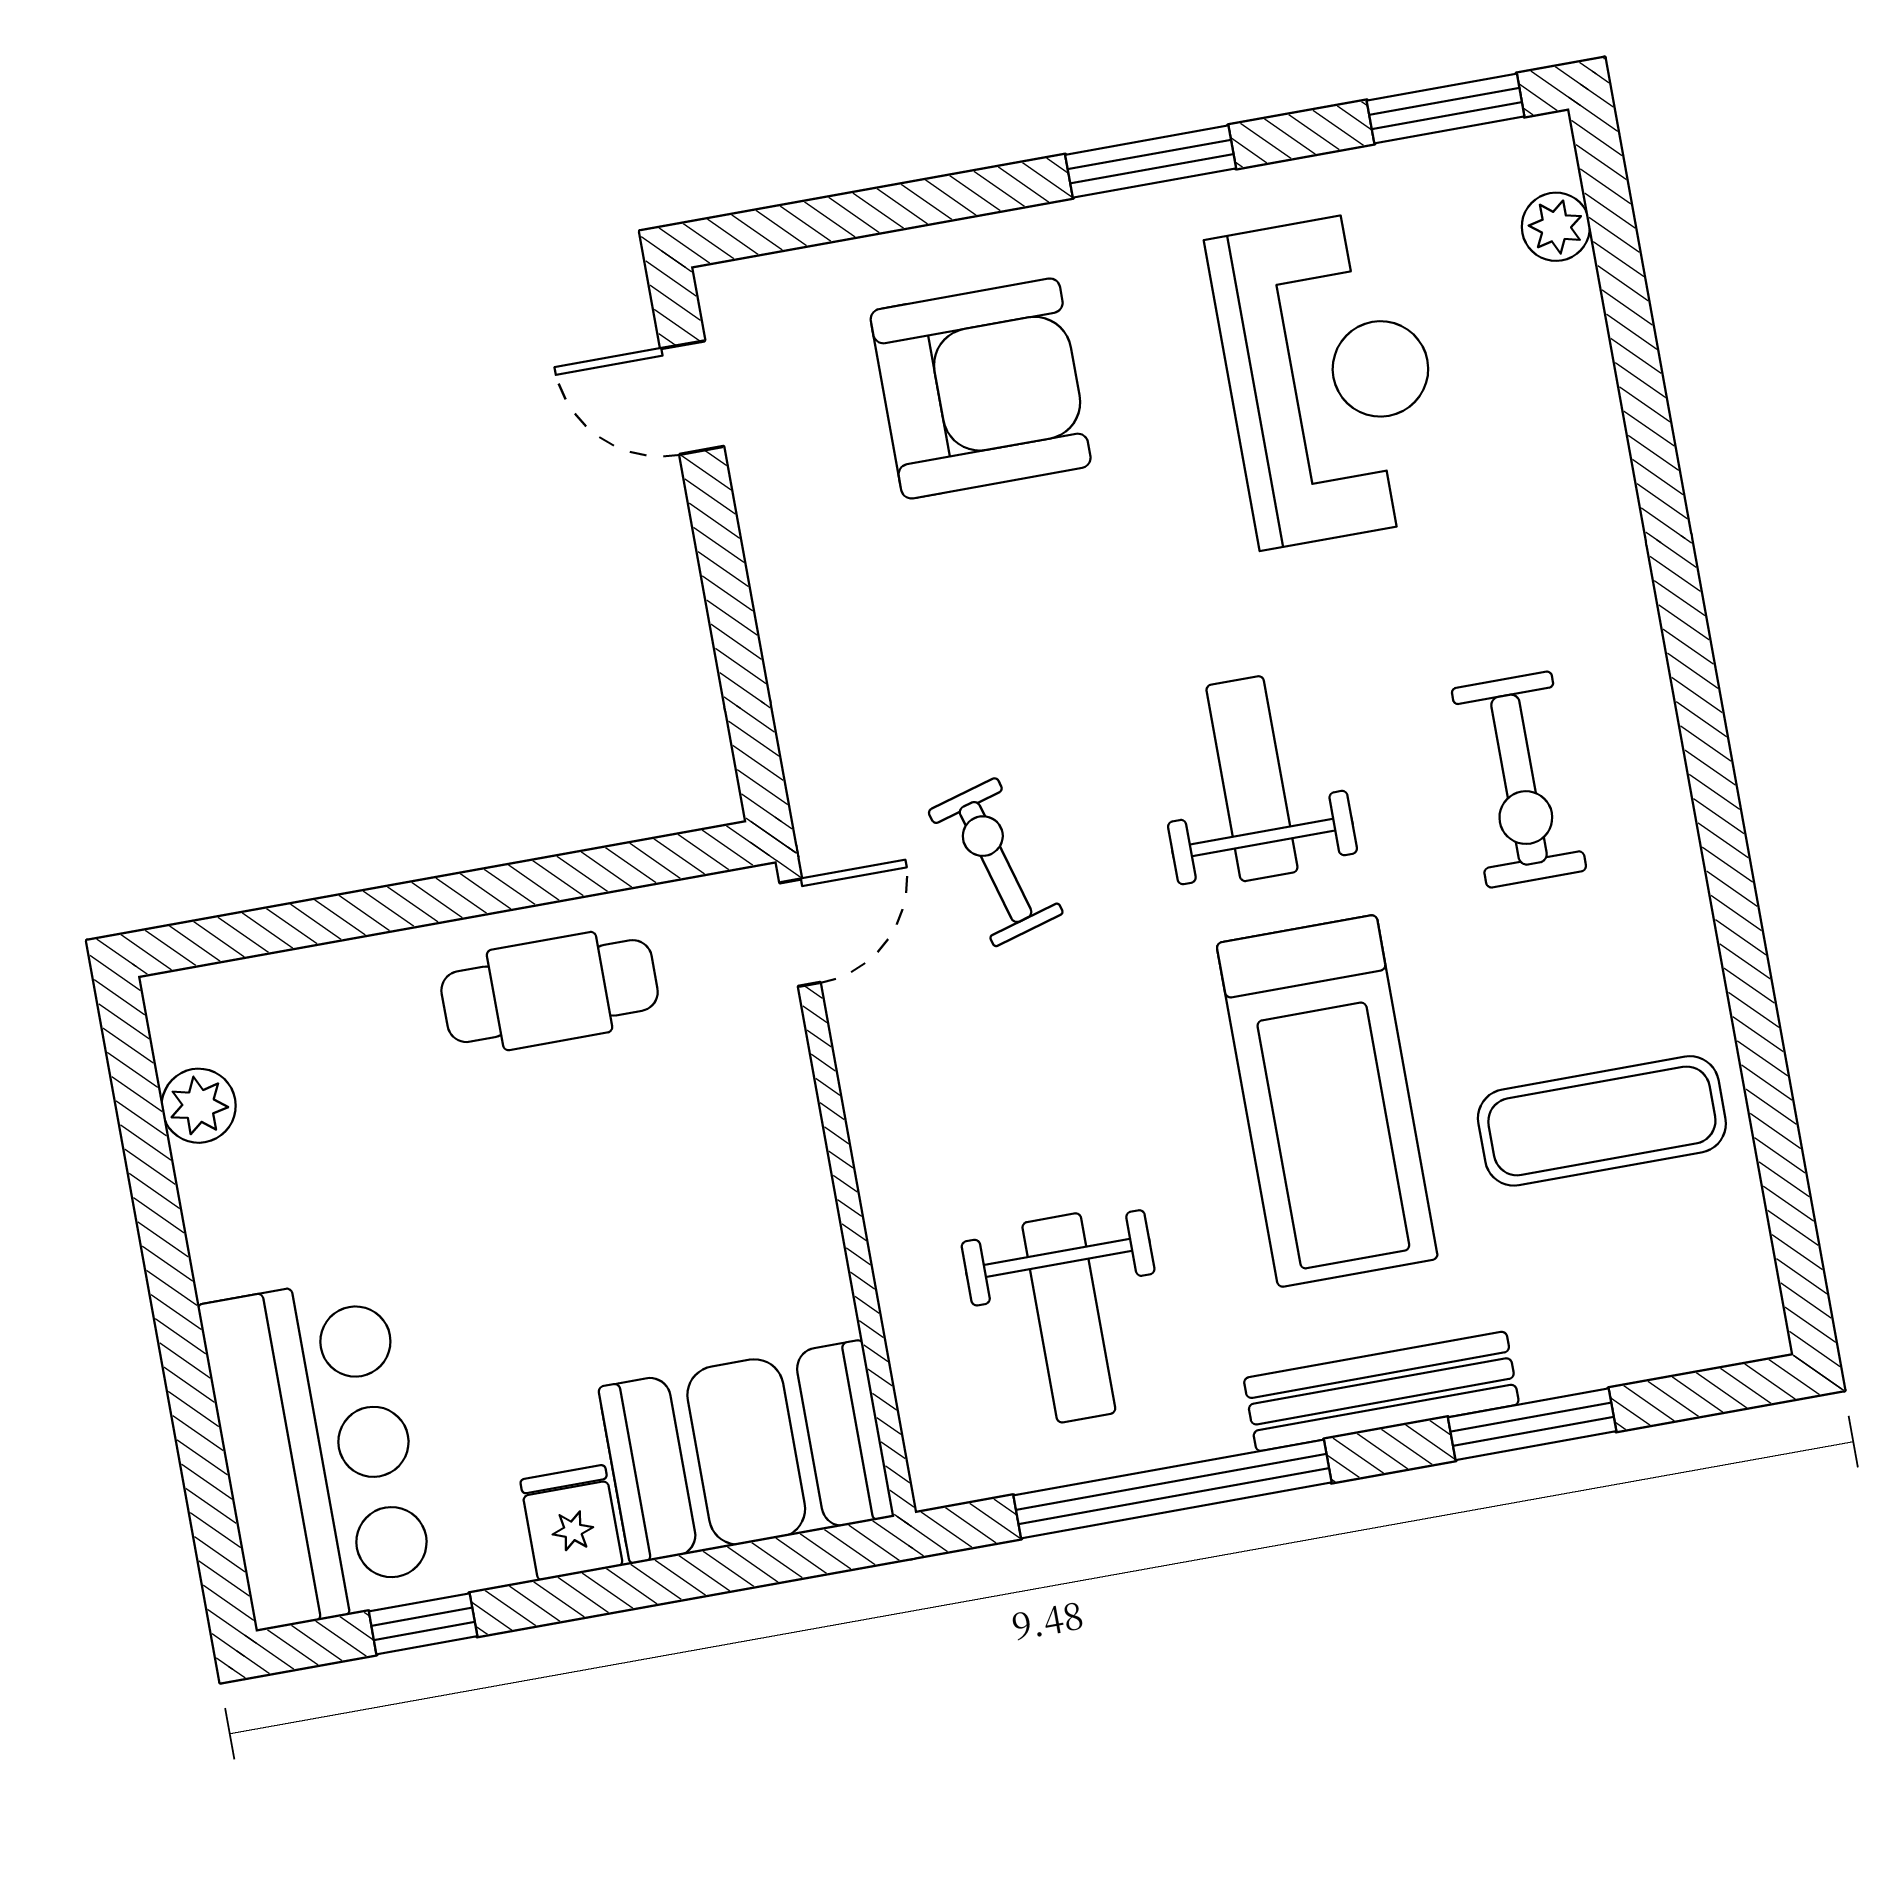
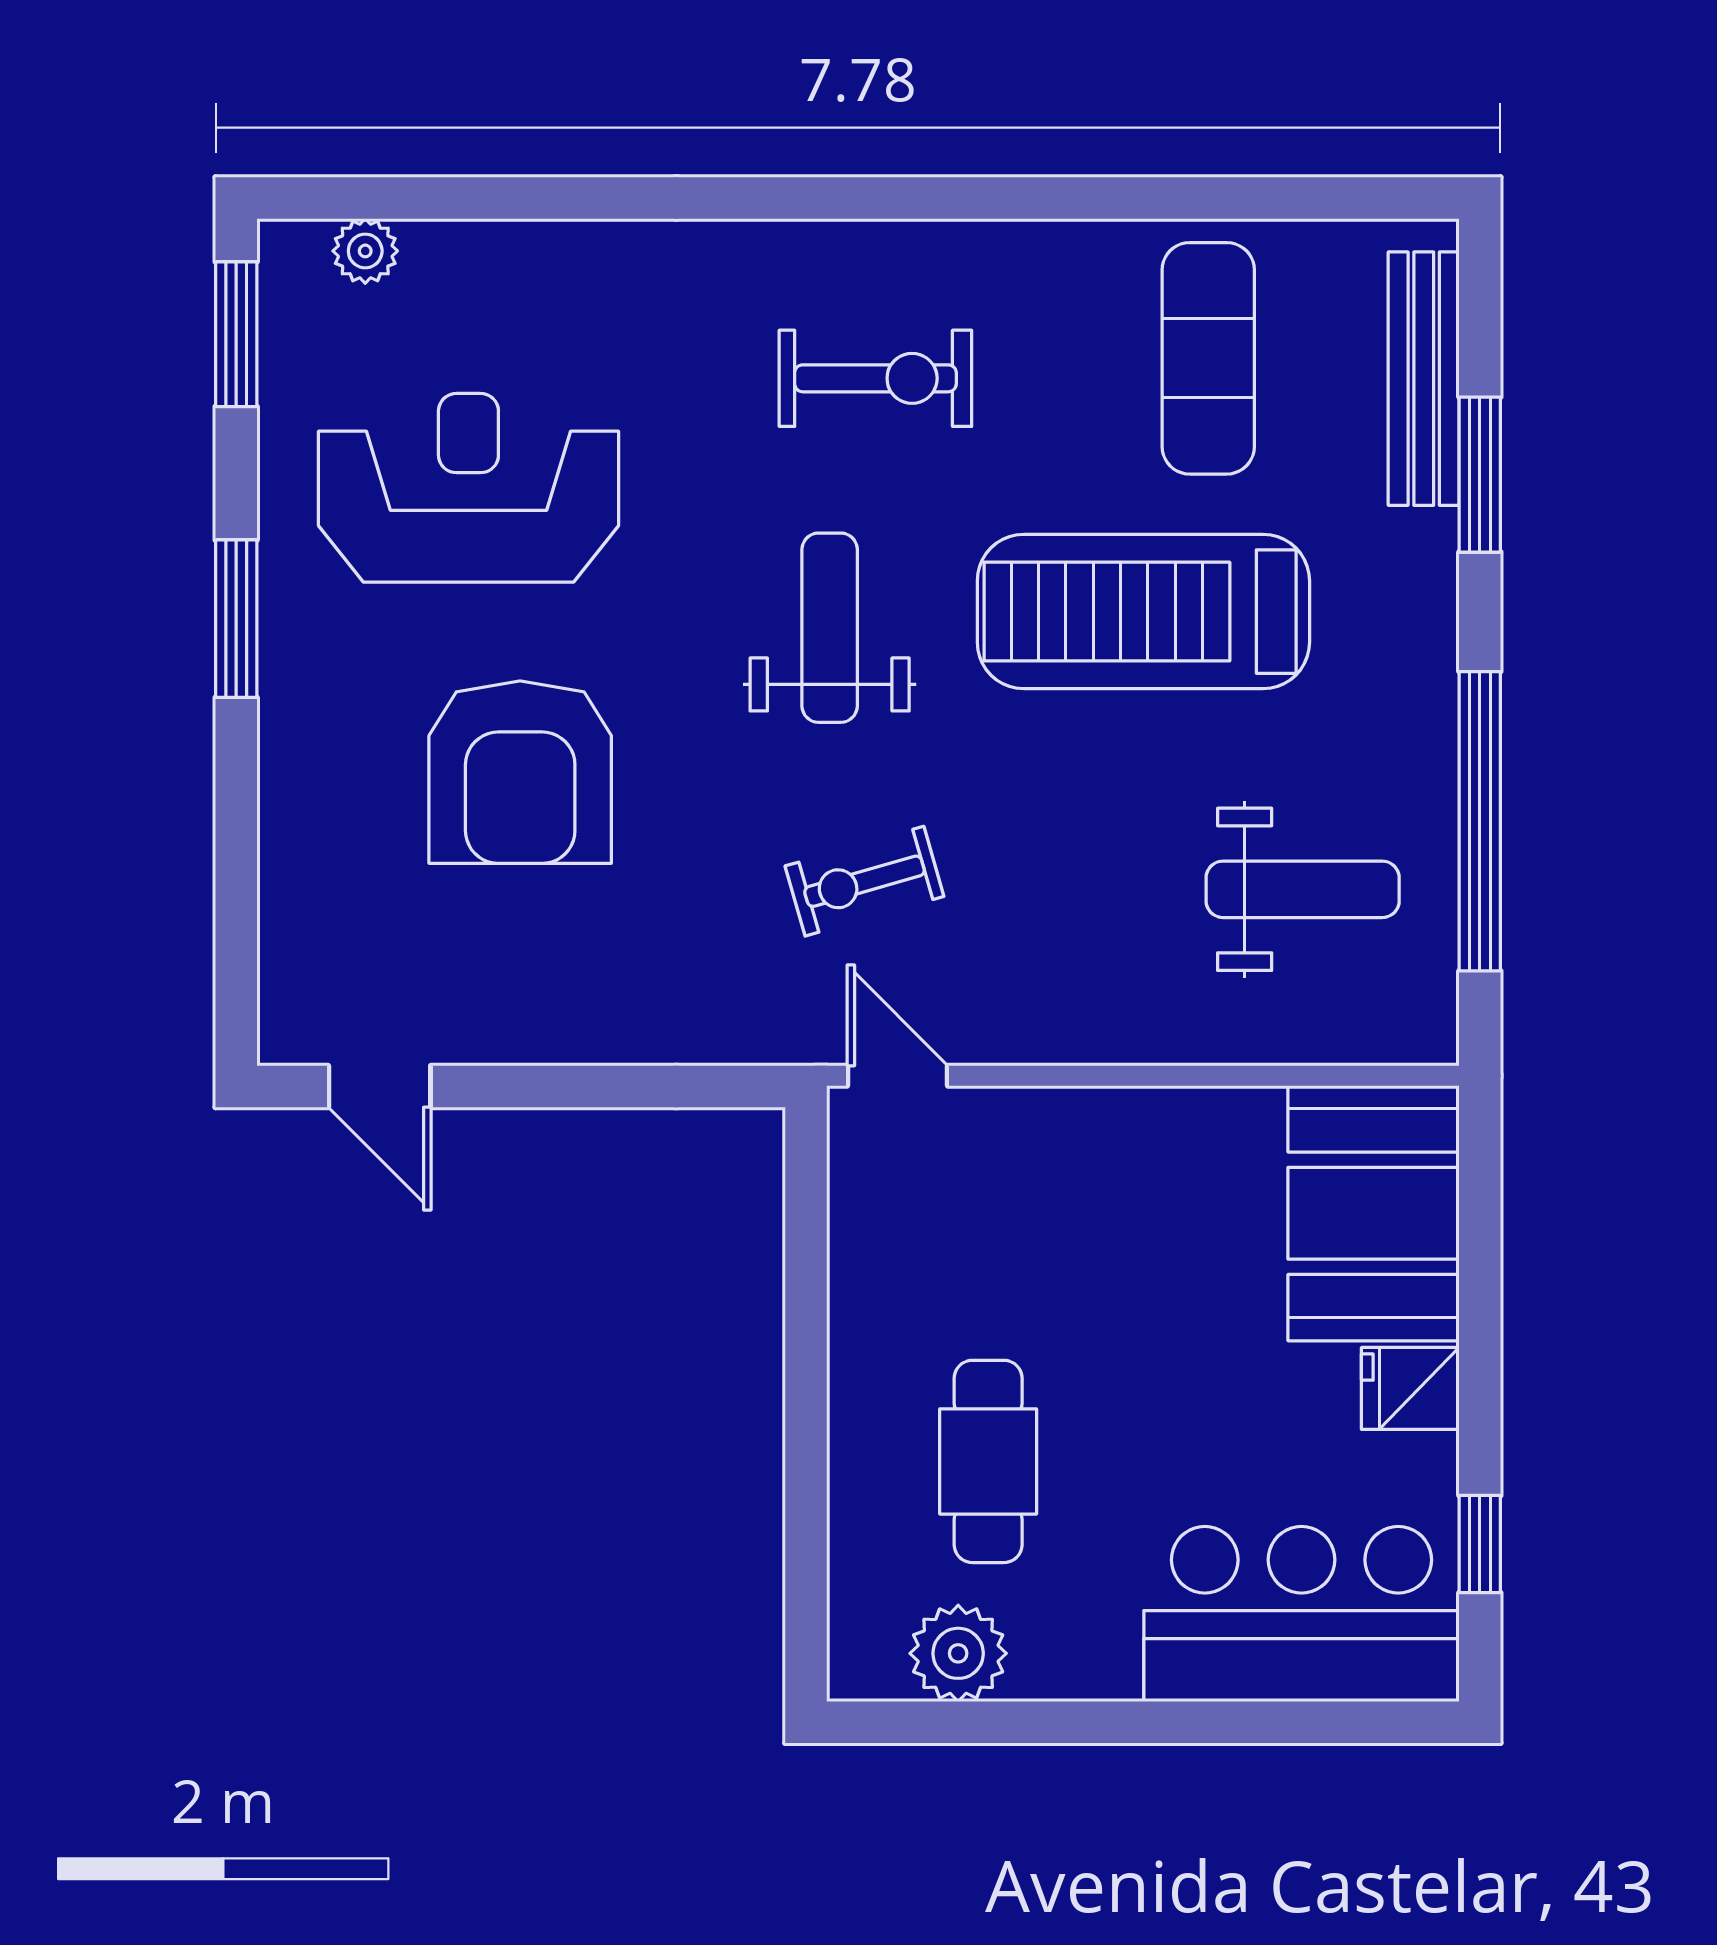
armchair: (981, 388) -> (520, 772), moved, turned 180
door: (692, 398) -> (380, 1086), hinge flipped
weight bench: (1252, 779) -> (830, 628), turned 90
cafe table: (550, 991) -> (988, 1461), moved
treadmill: (1327, 1101) -> (1143, 612), turned 180
plant: (199, 1106) -> (958, 1653), width x1.38, depth x1.38
bench: (1381, 1391) -> (1424, 379), moved

